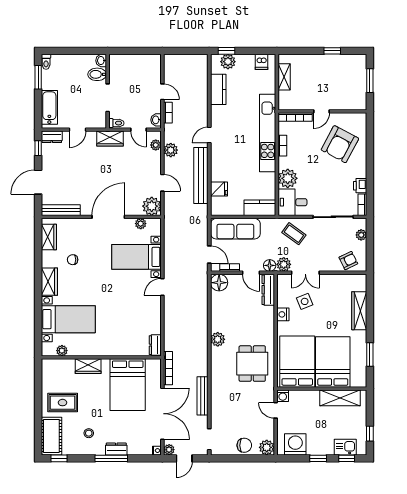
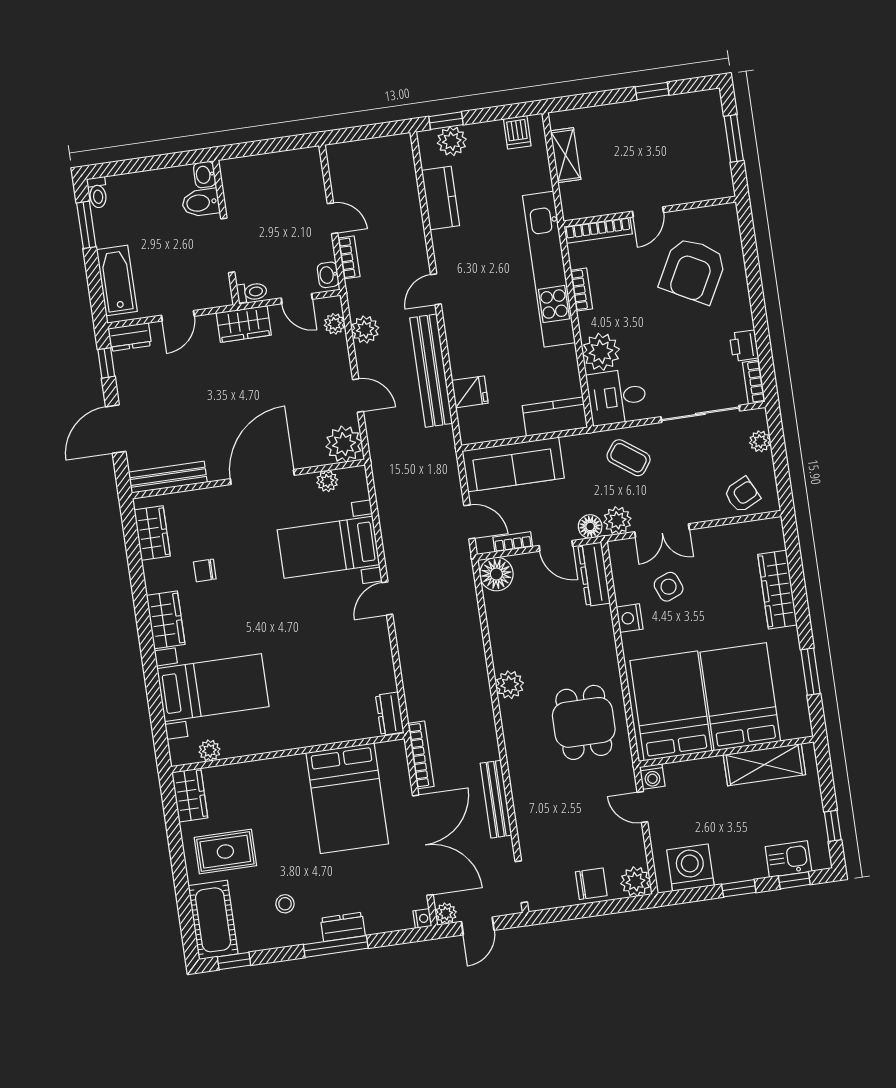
wardrobe: (88, 366) -> (190, 795), moved, turned -90

